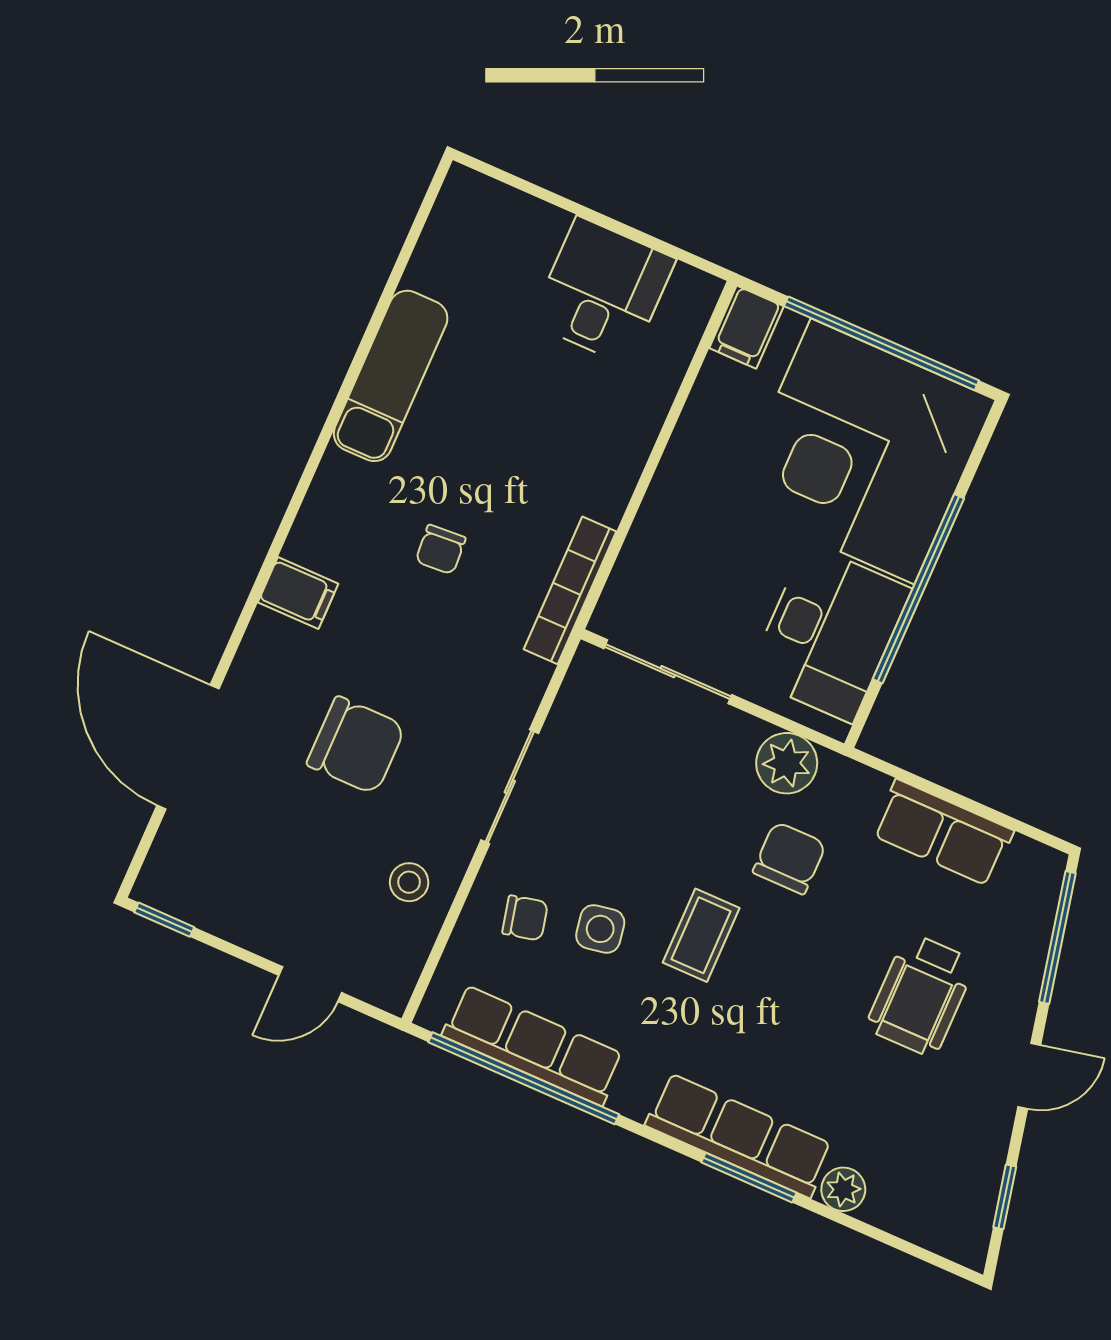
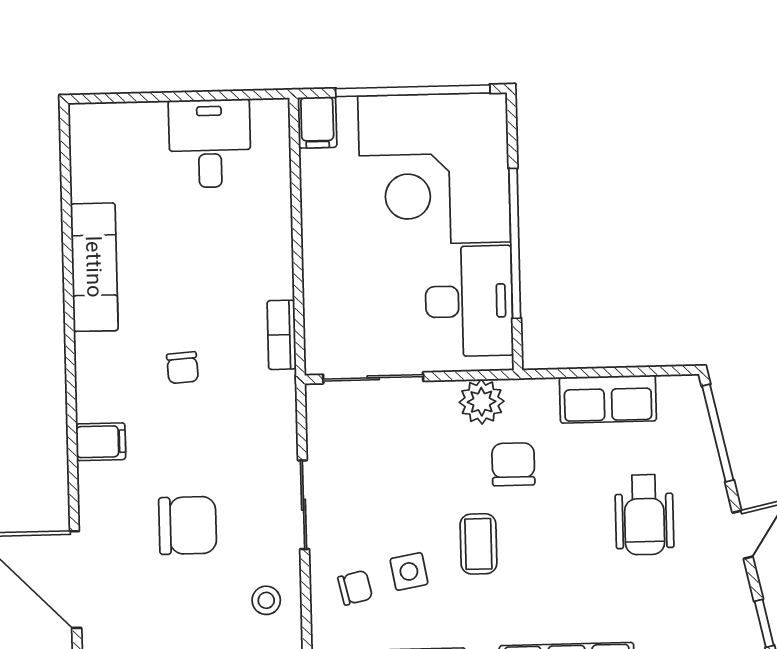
bookcase: (570, 590) -> (282, 335), width x0.64

